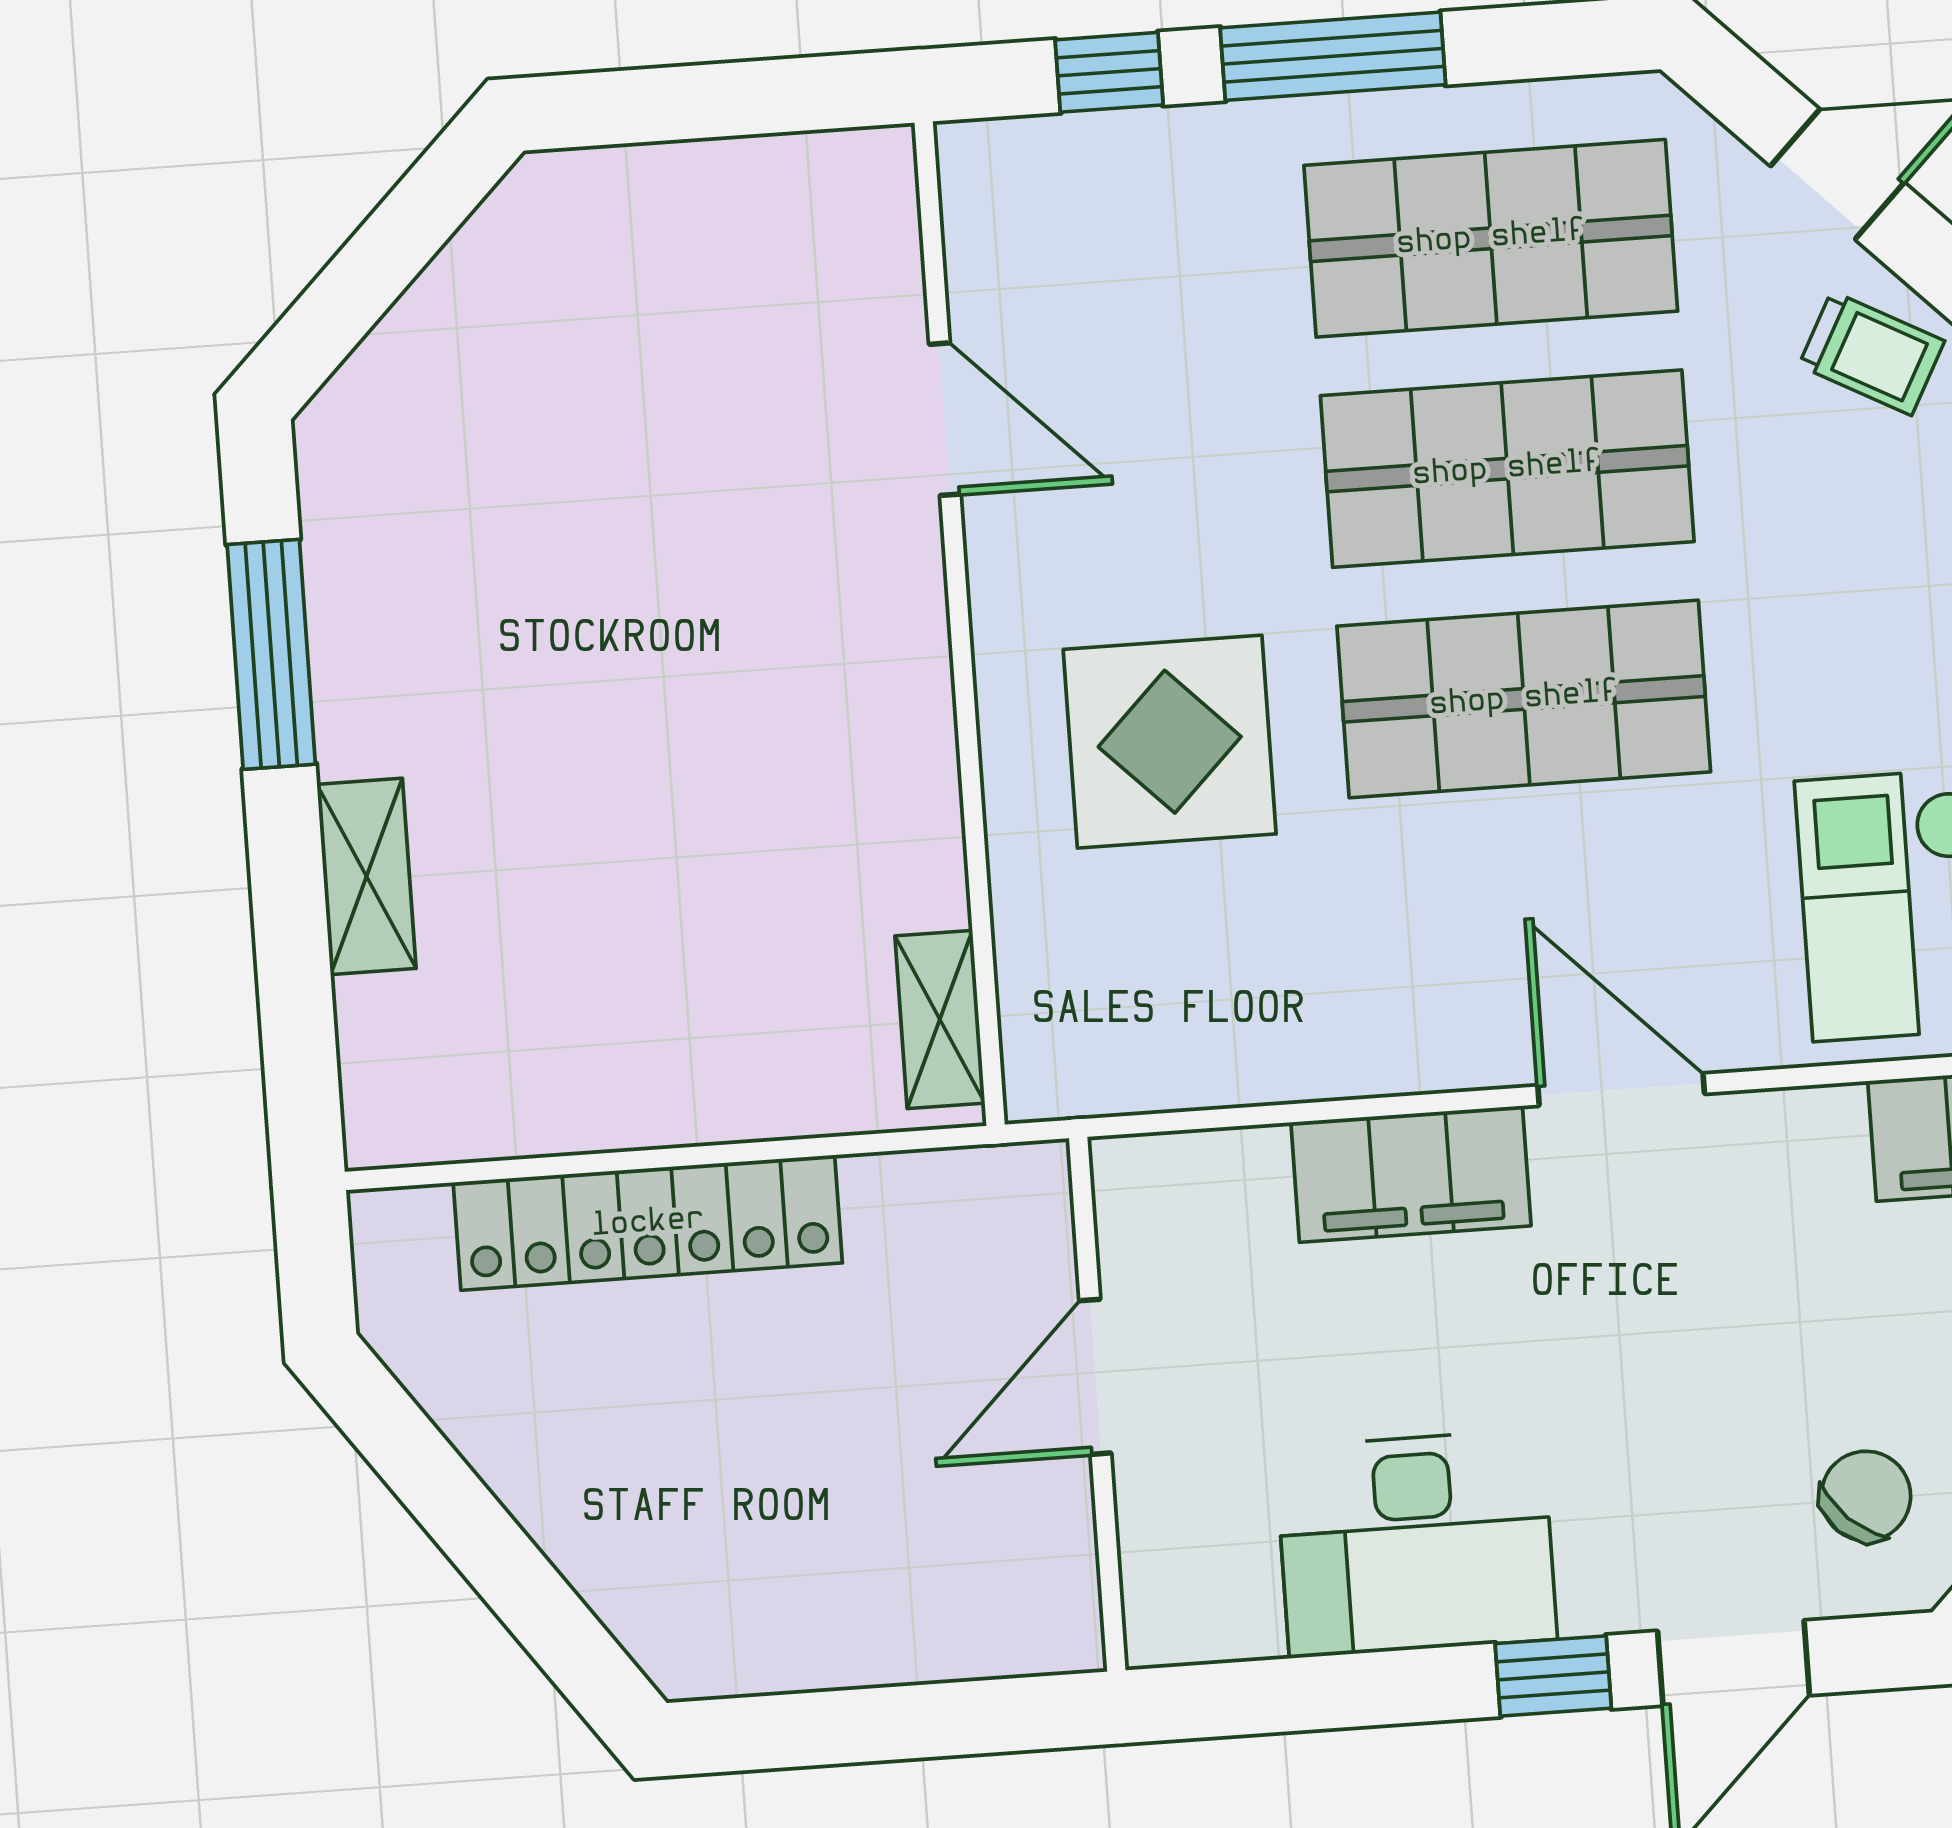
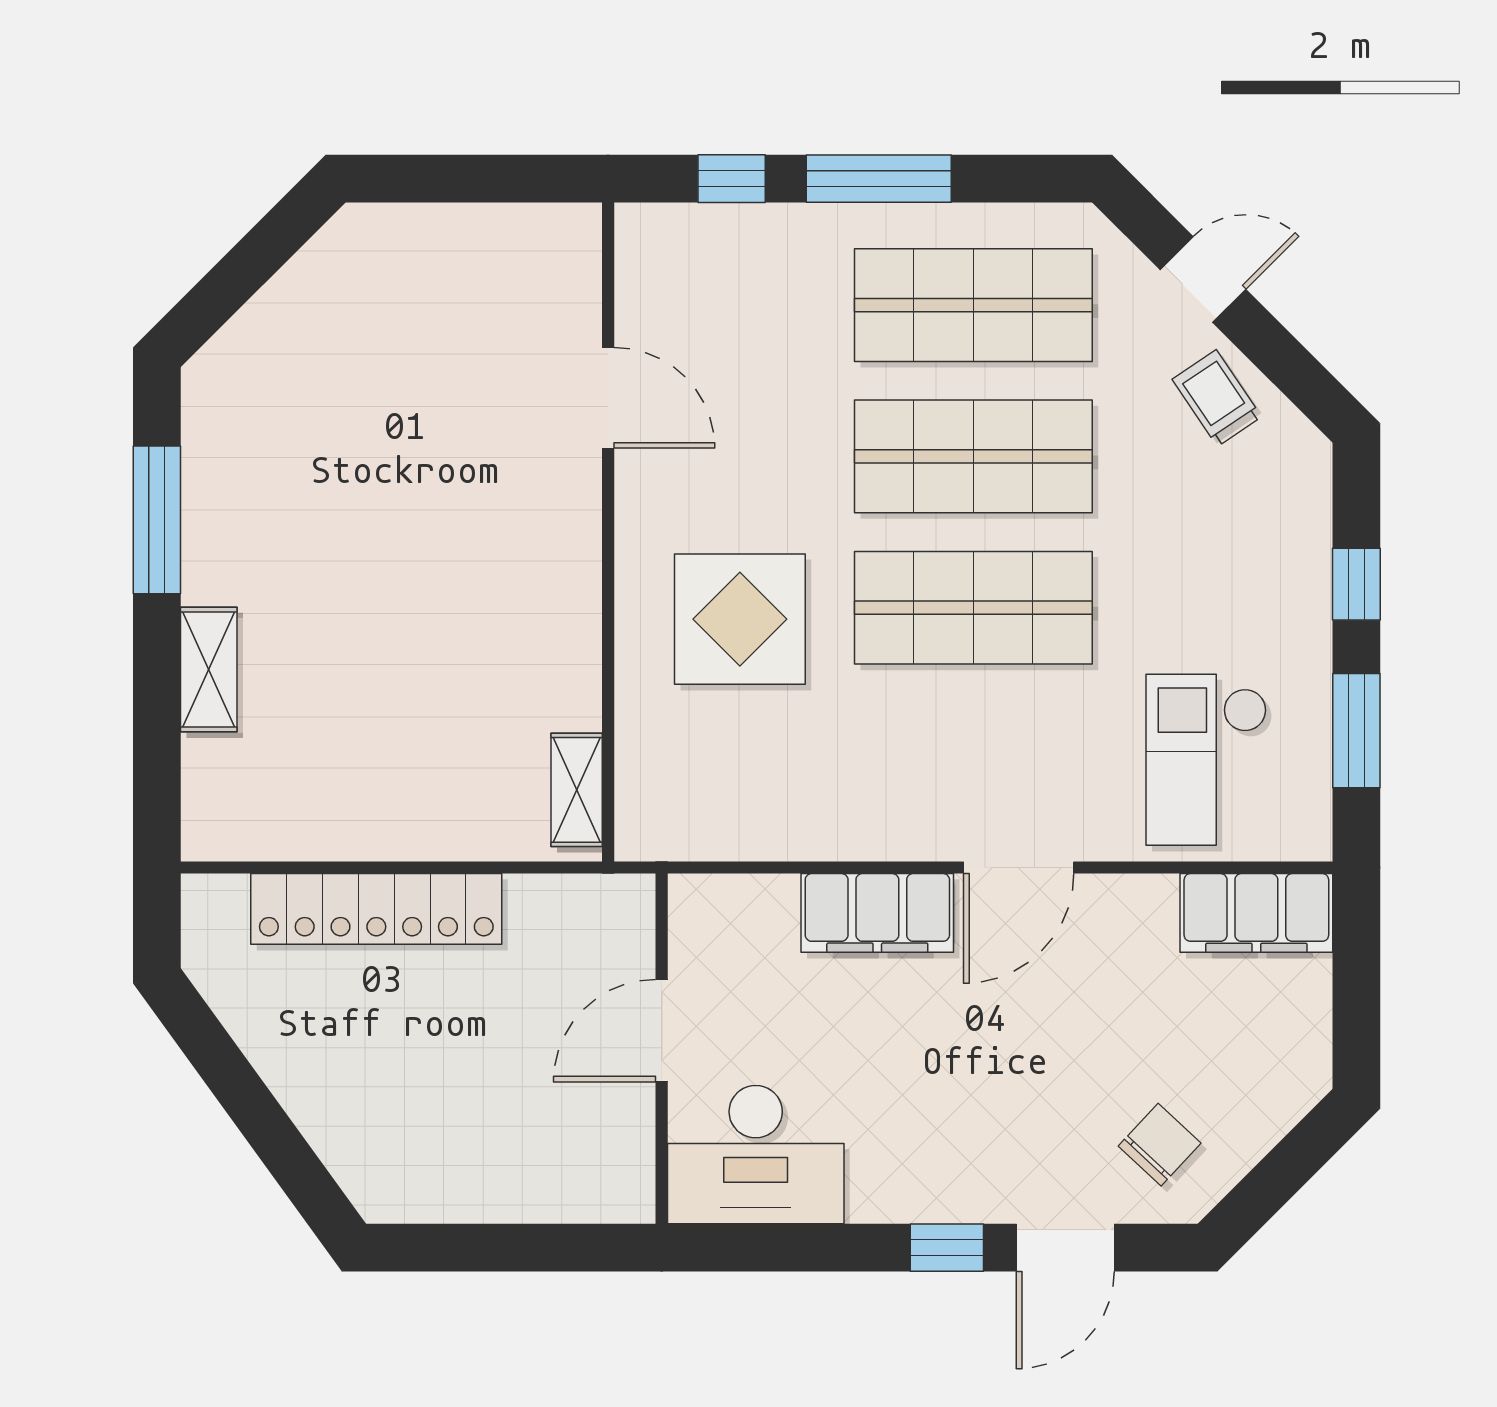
trolley: (1872, 353) -> (1217, 398), turned -152
door: (1621, 1090) -> (1019, 868), swing flipped
desk: (1416, 1543) -> (756, 1155), moved

